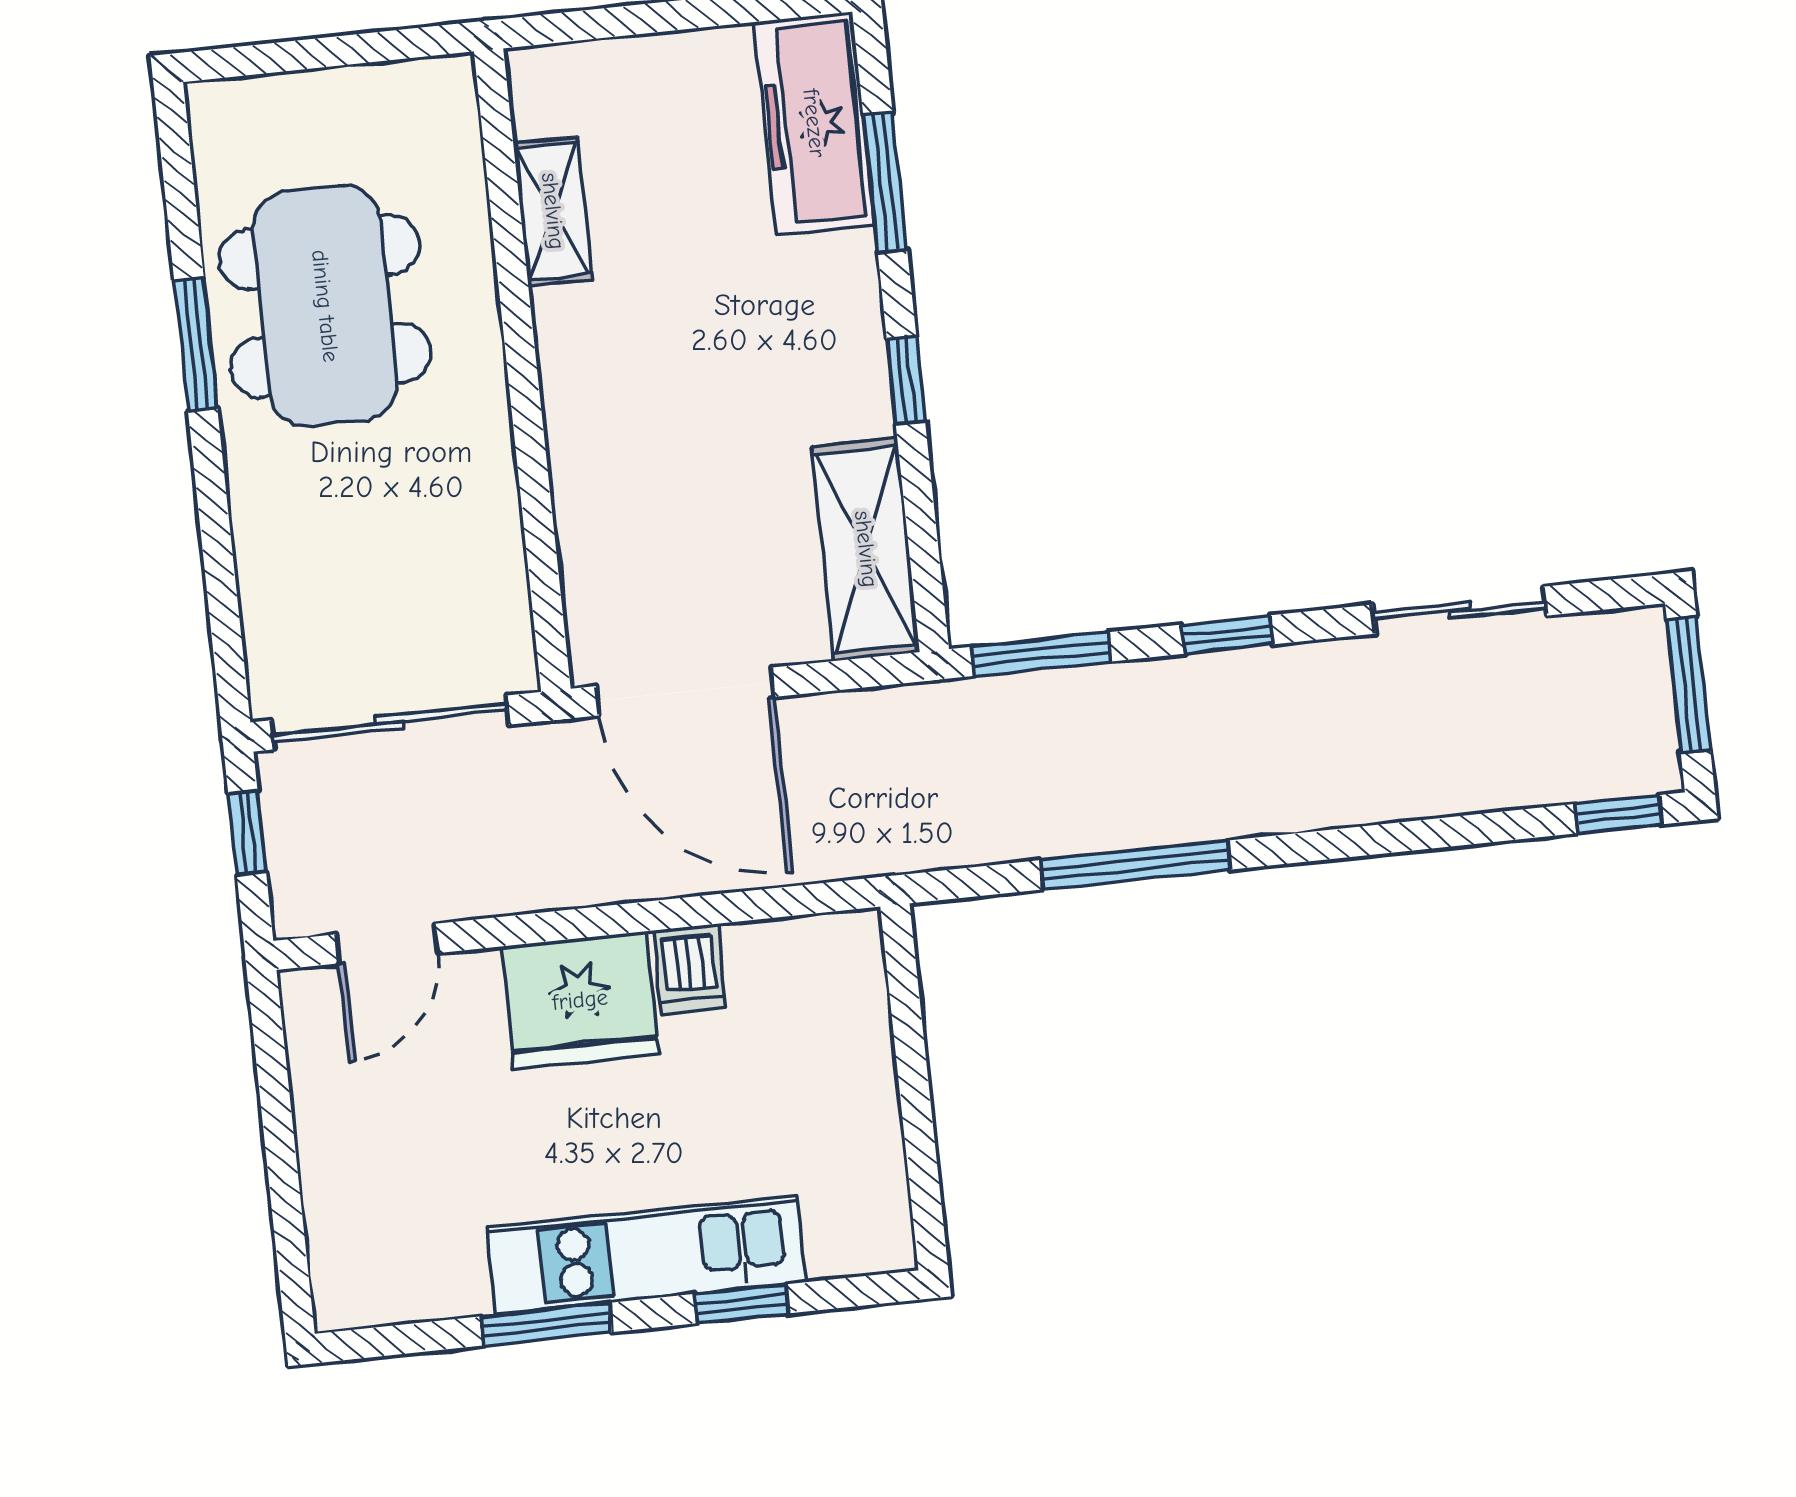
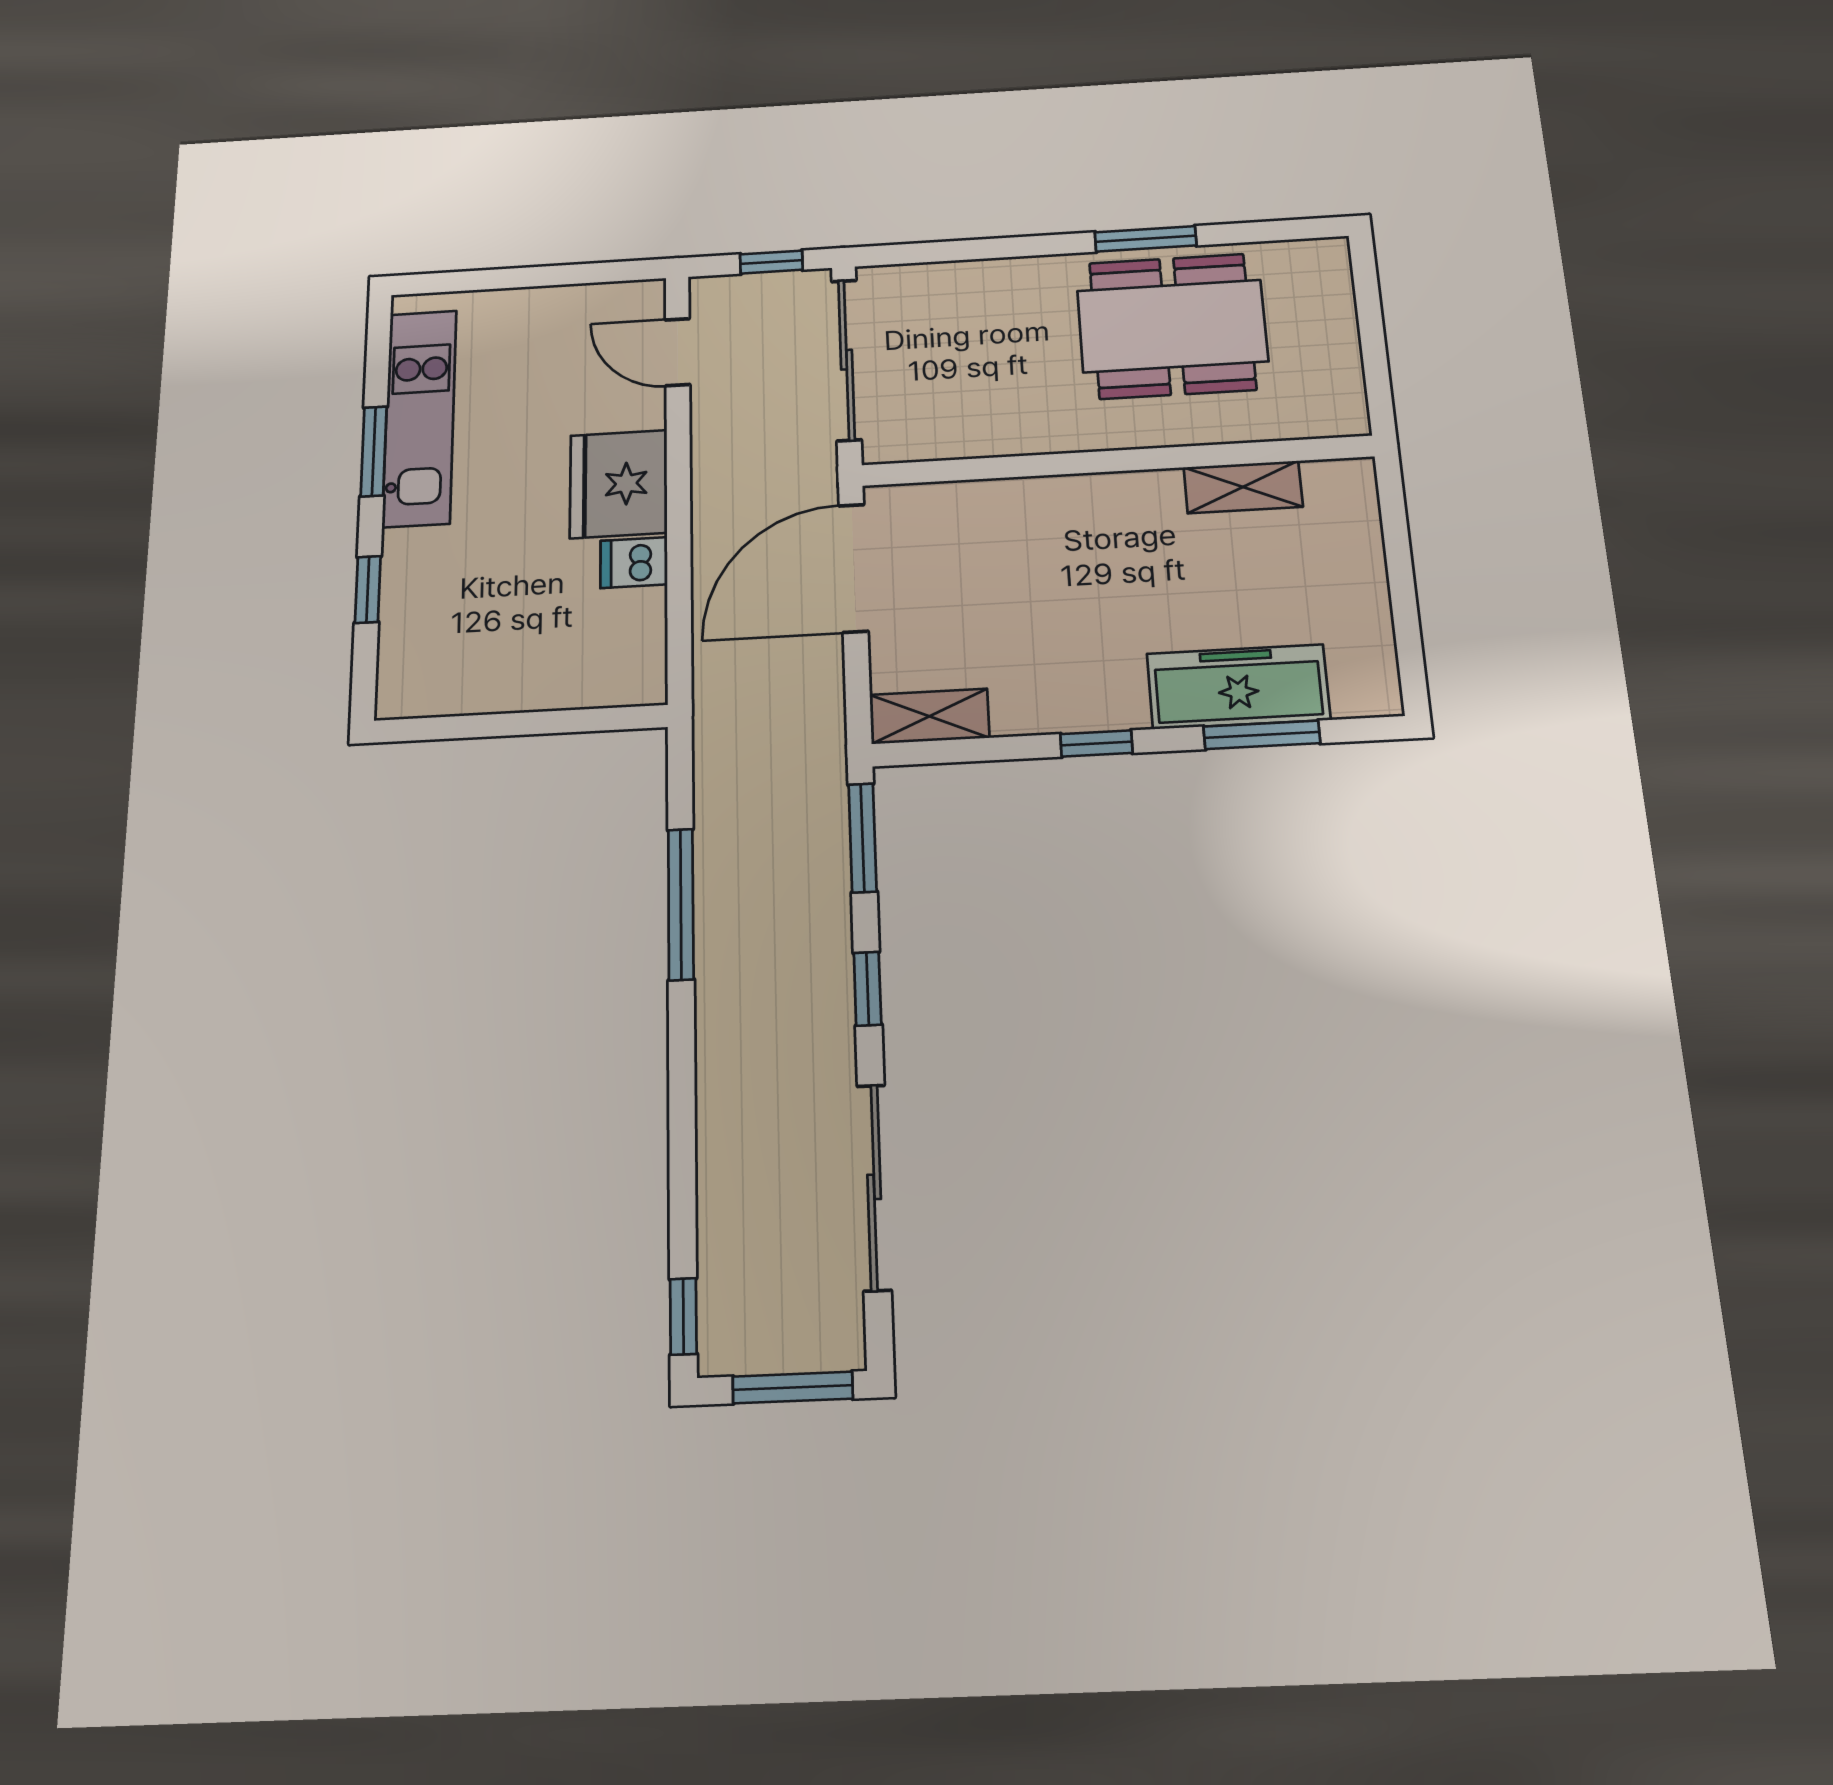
freezer: (814, 123) -> (1238, 687), moved
shelving: (866, 549) -> (929, 716), width x0.67, depth x0.75
sliding door: (1460, 610) -> (874, 1187), width x1.37
kitchen unit: (646, 1255) -> (420, 418), moved

